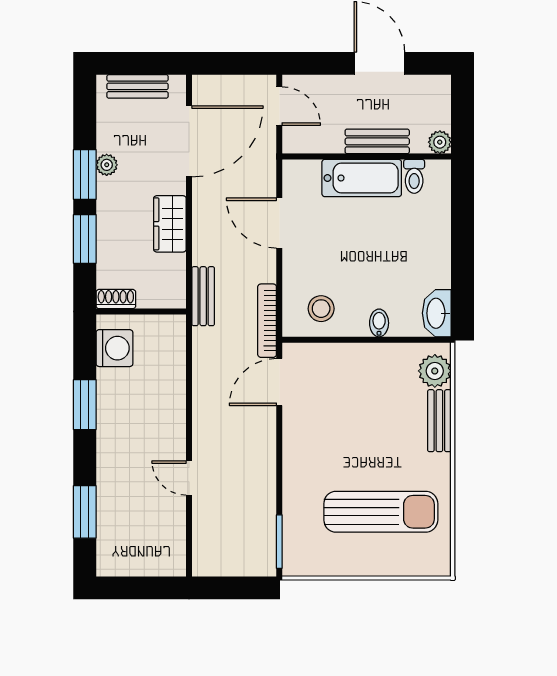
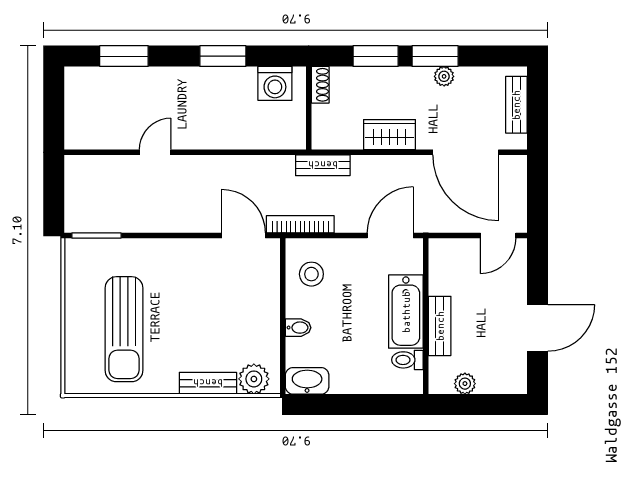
bench: (377, 141) -> (440, 326), moved
wall: (367, 156) -> (426, 316), moved
toilet: (414, 176) -> (407, 360), moved
bathtub: (362, 178) -> (406, 312), moved

